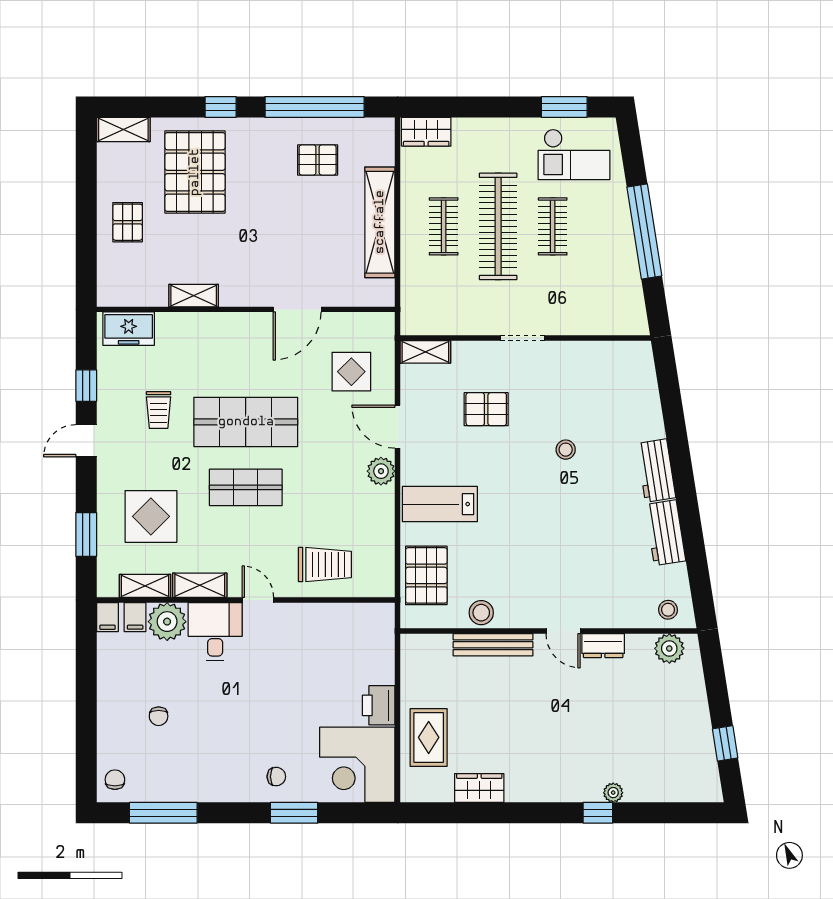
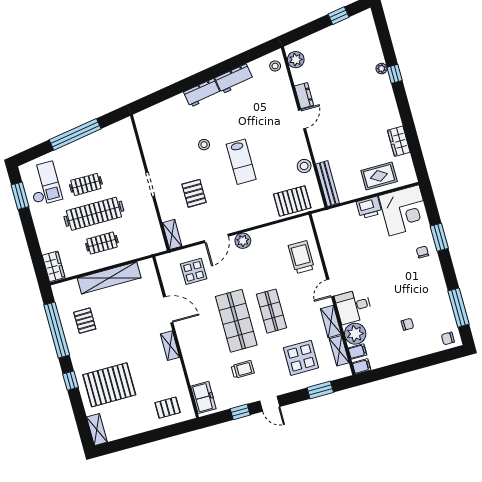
pallet: (128, 222) -> (168, 408), moved
shelving: (194, 296) -> (170, 346), moved
lab bench: (440, 504) -> (241, 162), moved
bench: (493, 645) -> (328, 184), moved

